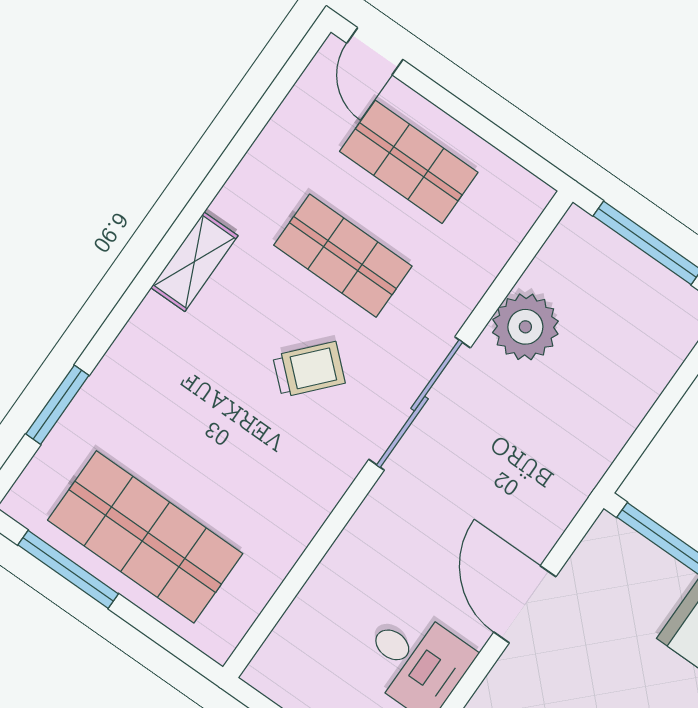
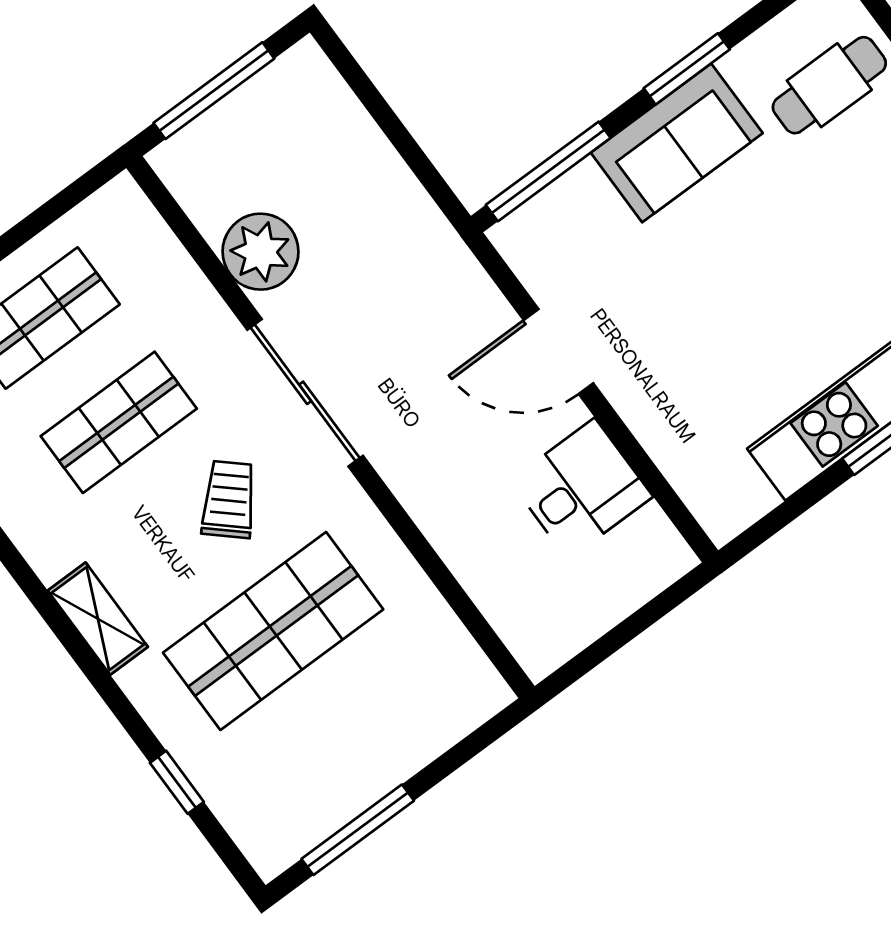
shelving: (194, 262) -> (98, 619), moved
window: (57, 405) -> (177, 782), width x0.67
shop shelf: (145, 537) -> (273, 631), moved

